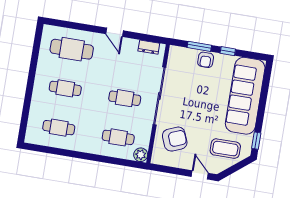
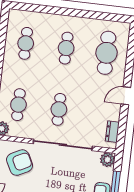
plant: (176, 53) -> (108, 160), added
armchair: (175, 139) -> (20, 163), turned -95

